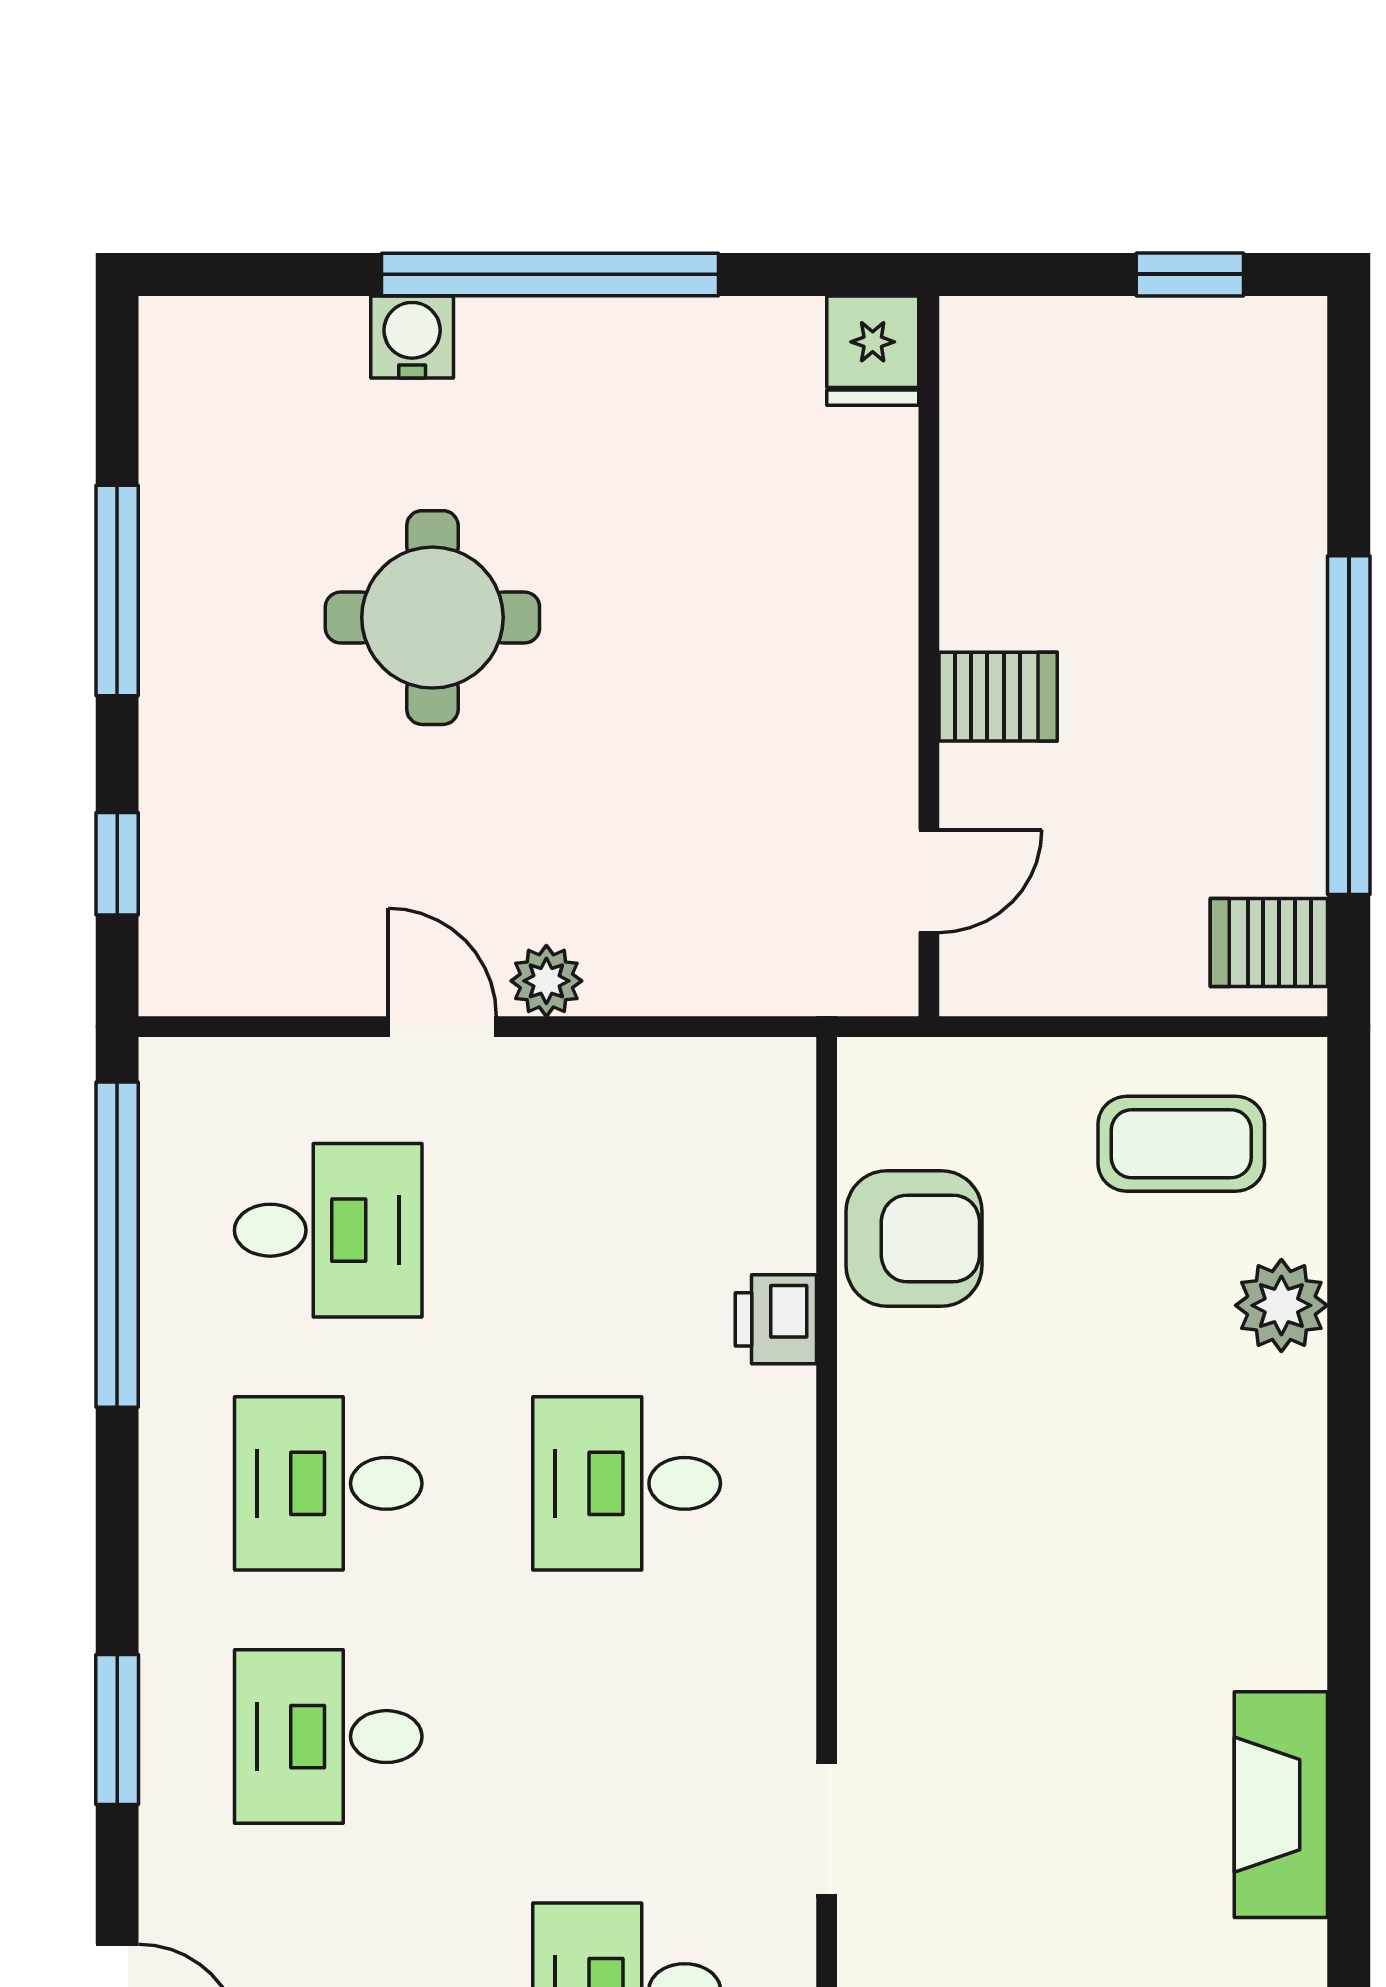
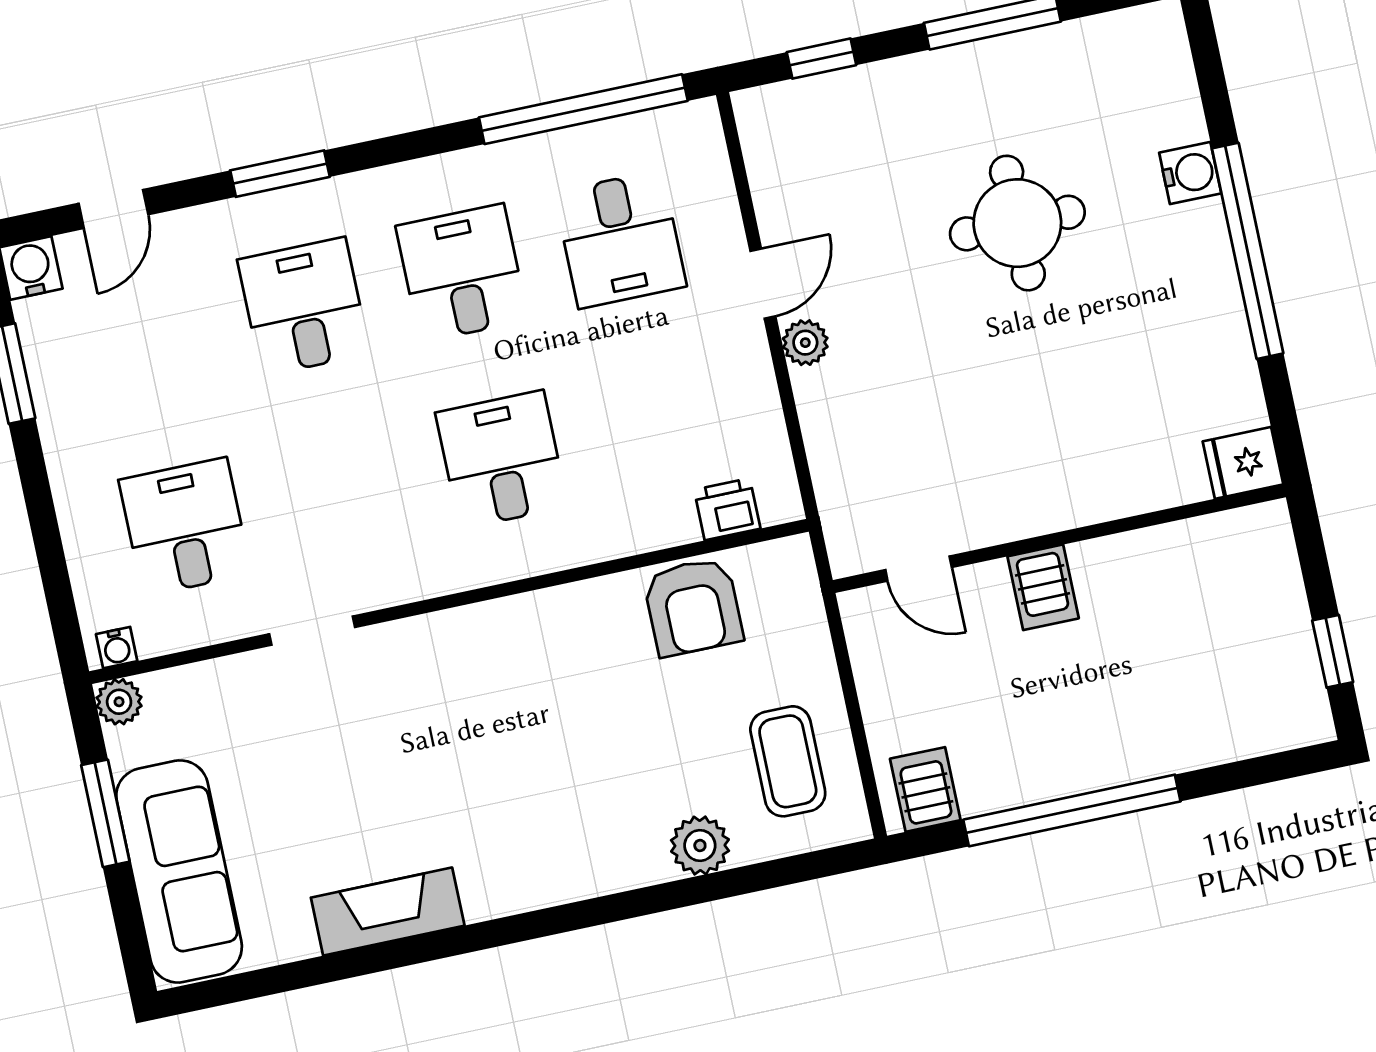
printer: (776, 1319) -> (727, 509), moved

